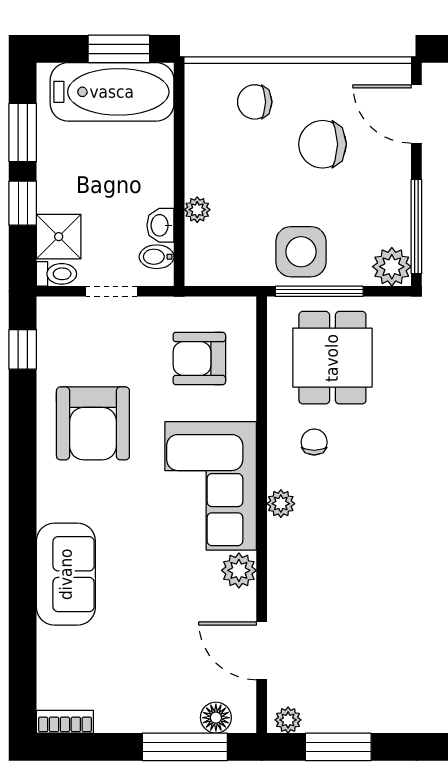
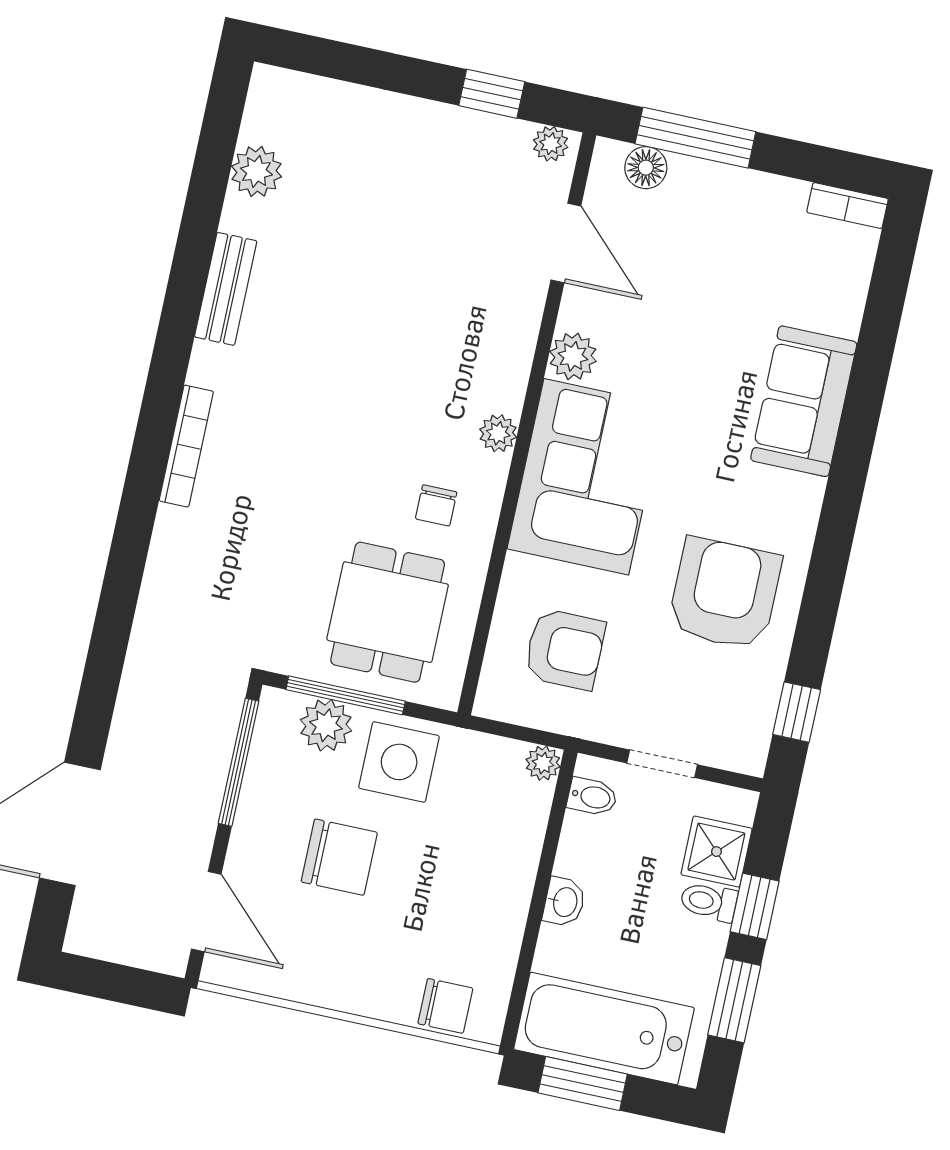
chair: (255, 102) -> (445, 1006), moved
chair: (323, 144) -> (339, 857), moved
plant: (197, 210) -> (543, 763), moved
washbasin: (160, 225) -> (564, 902), moved
plant: (392, 267) -> (326, 725), moved
toilet: (57, 274) -> (709, 902), moved
window: (319, 291) -> (346, 695), moved
window: (338, 747) -> (492, 94), width x0.67

